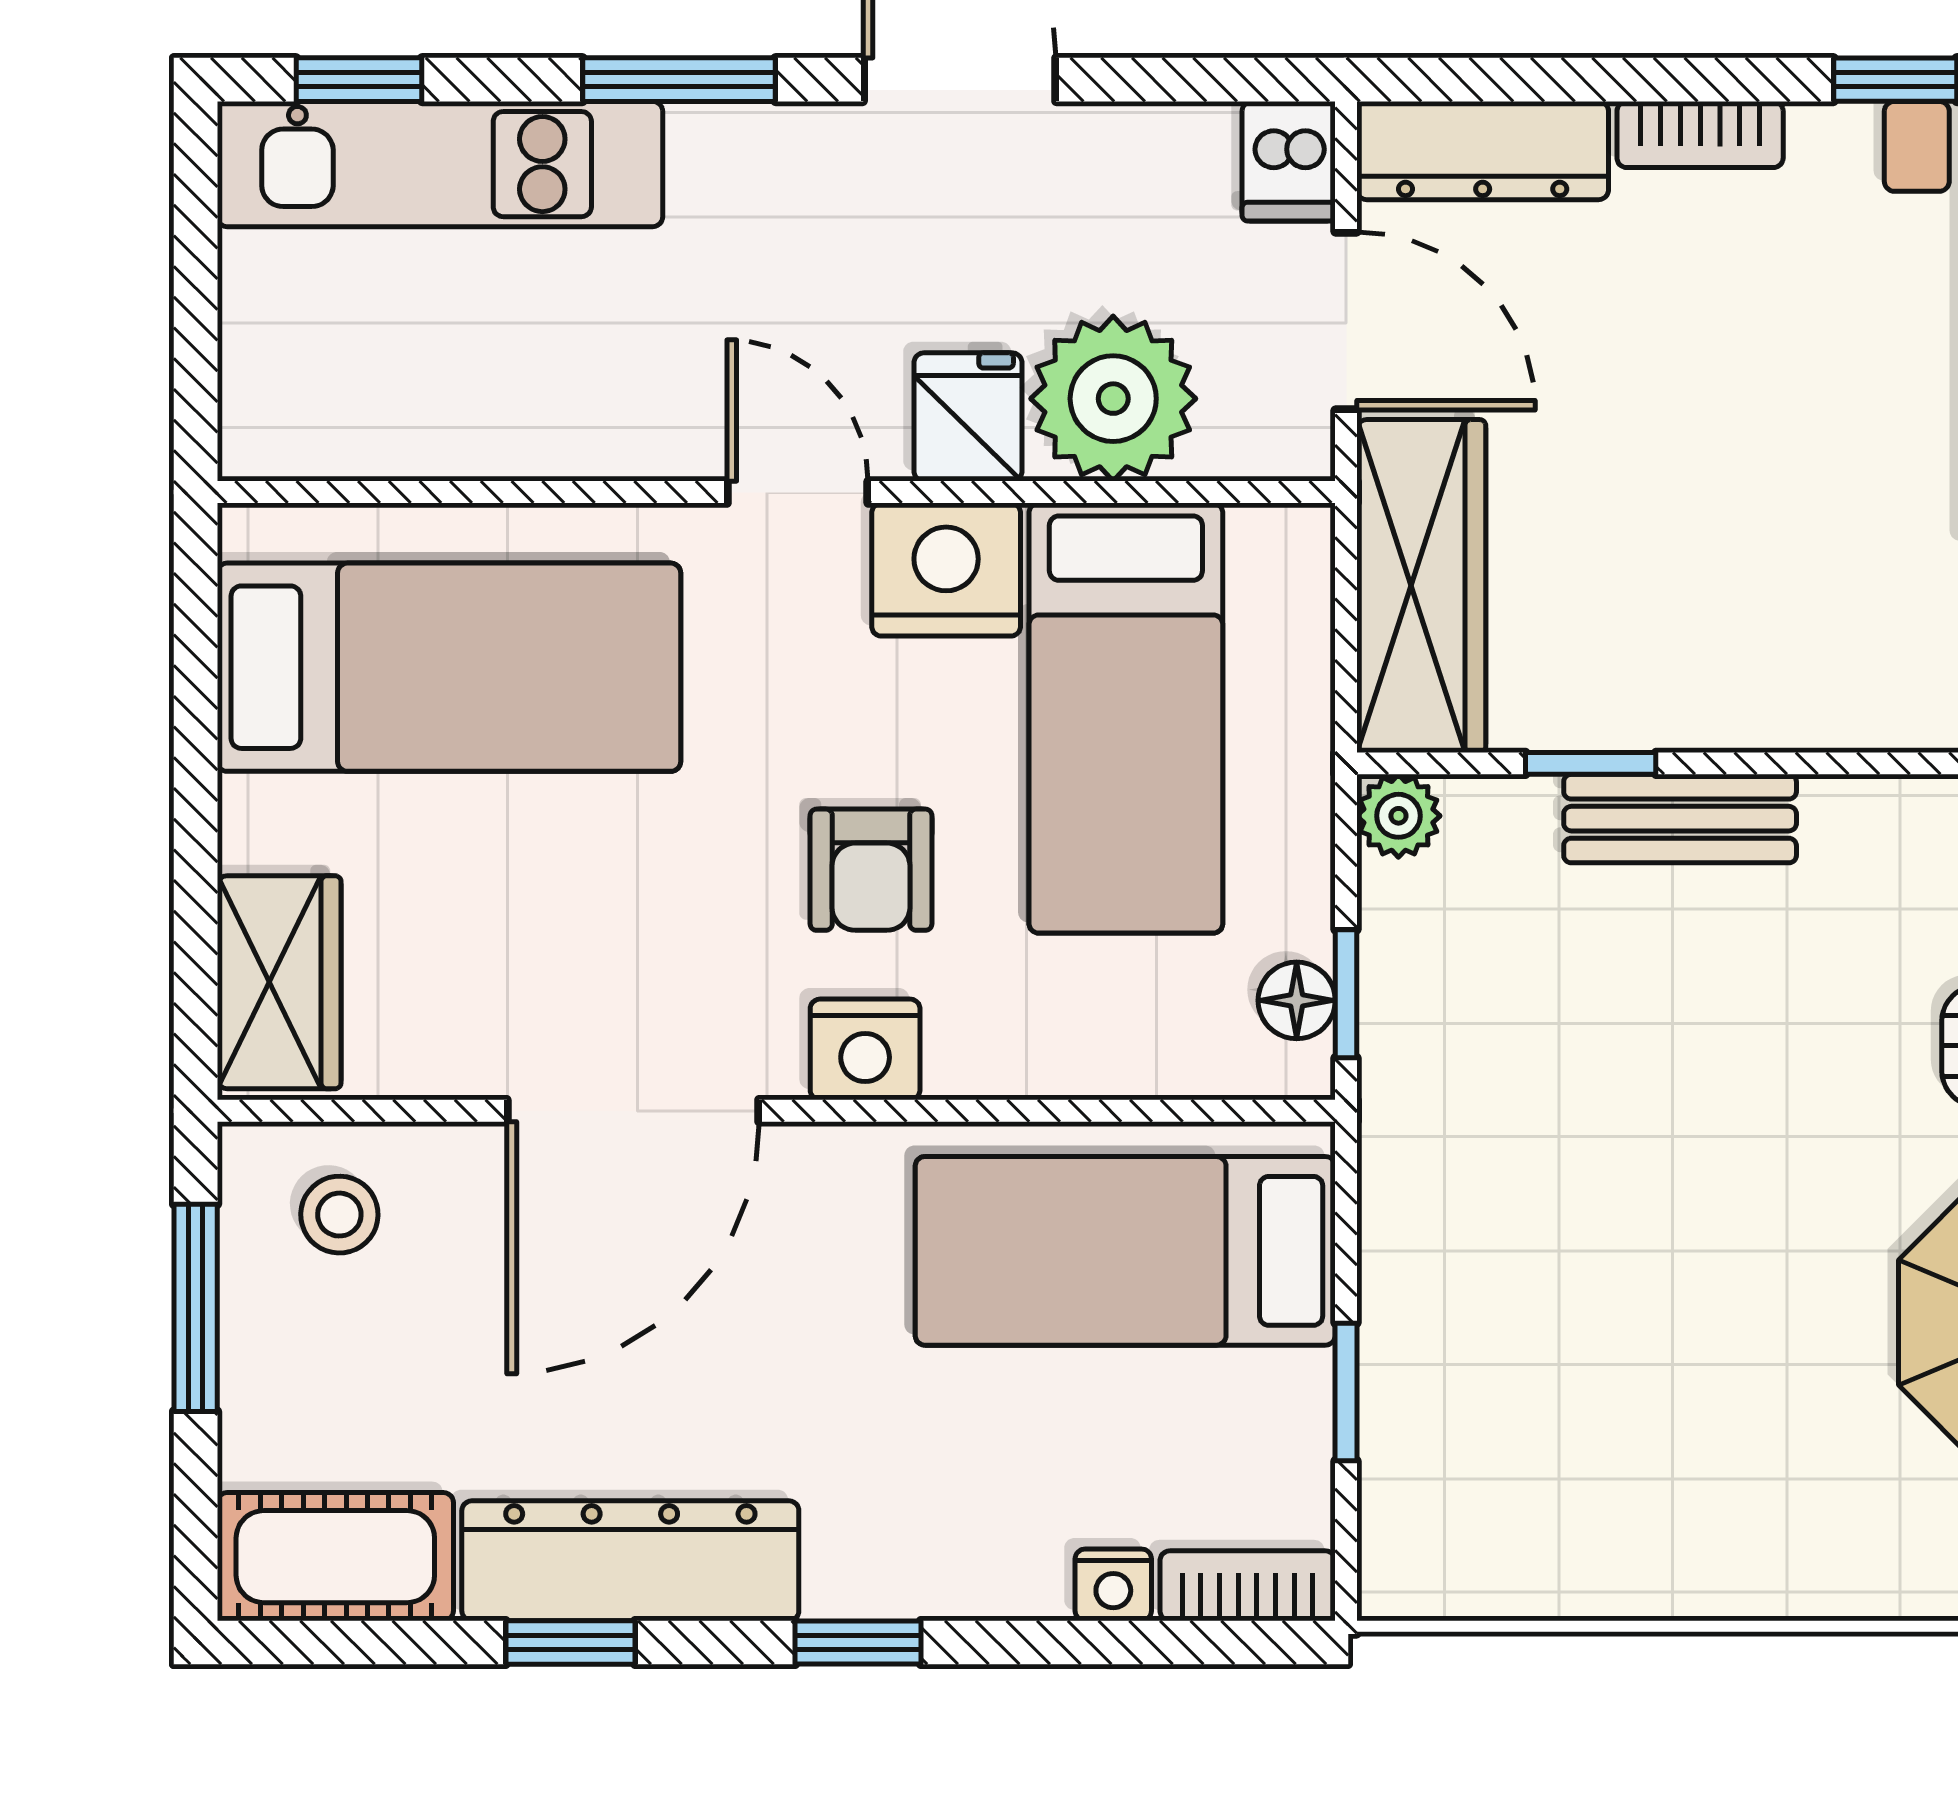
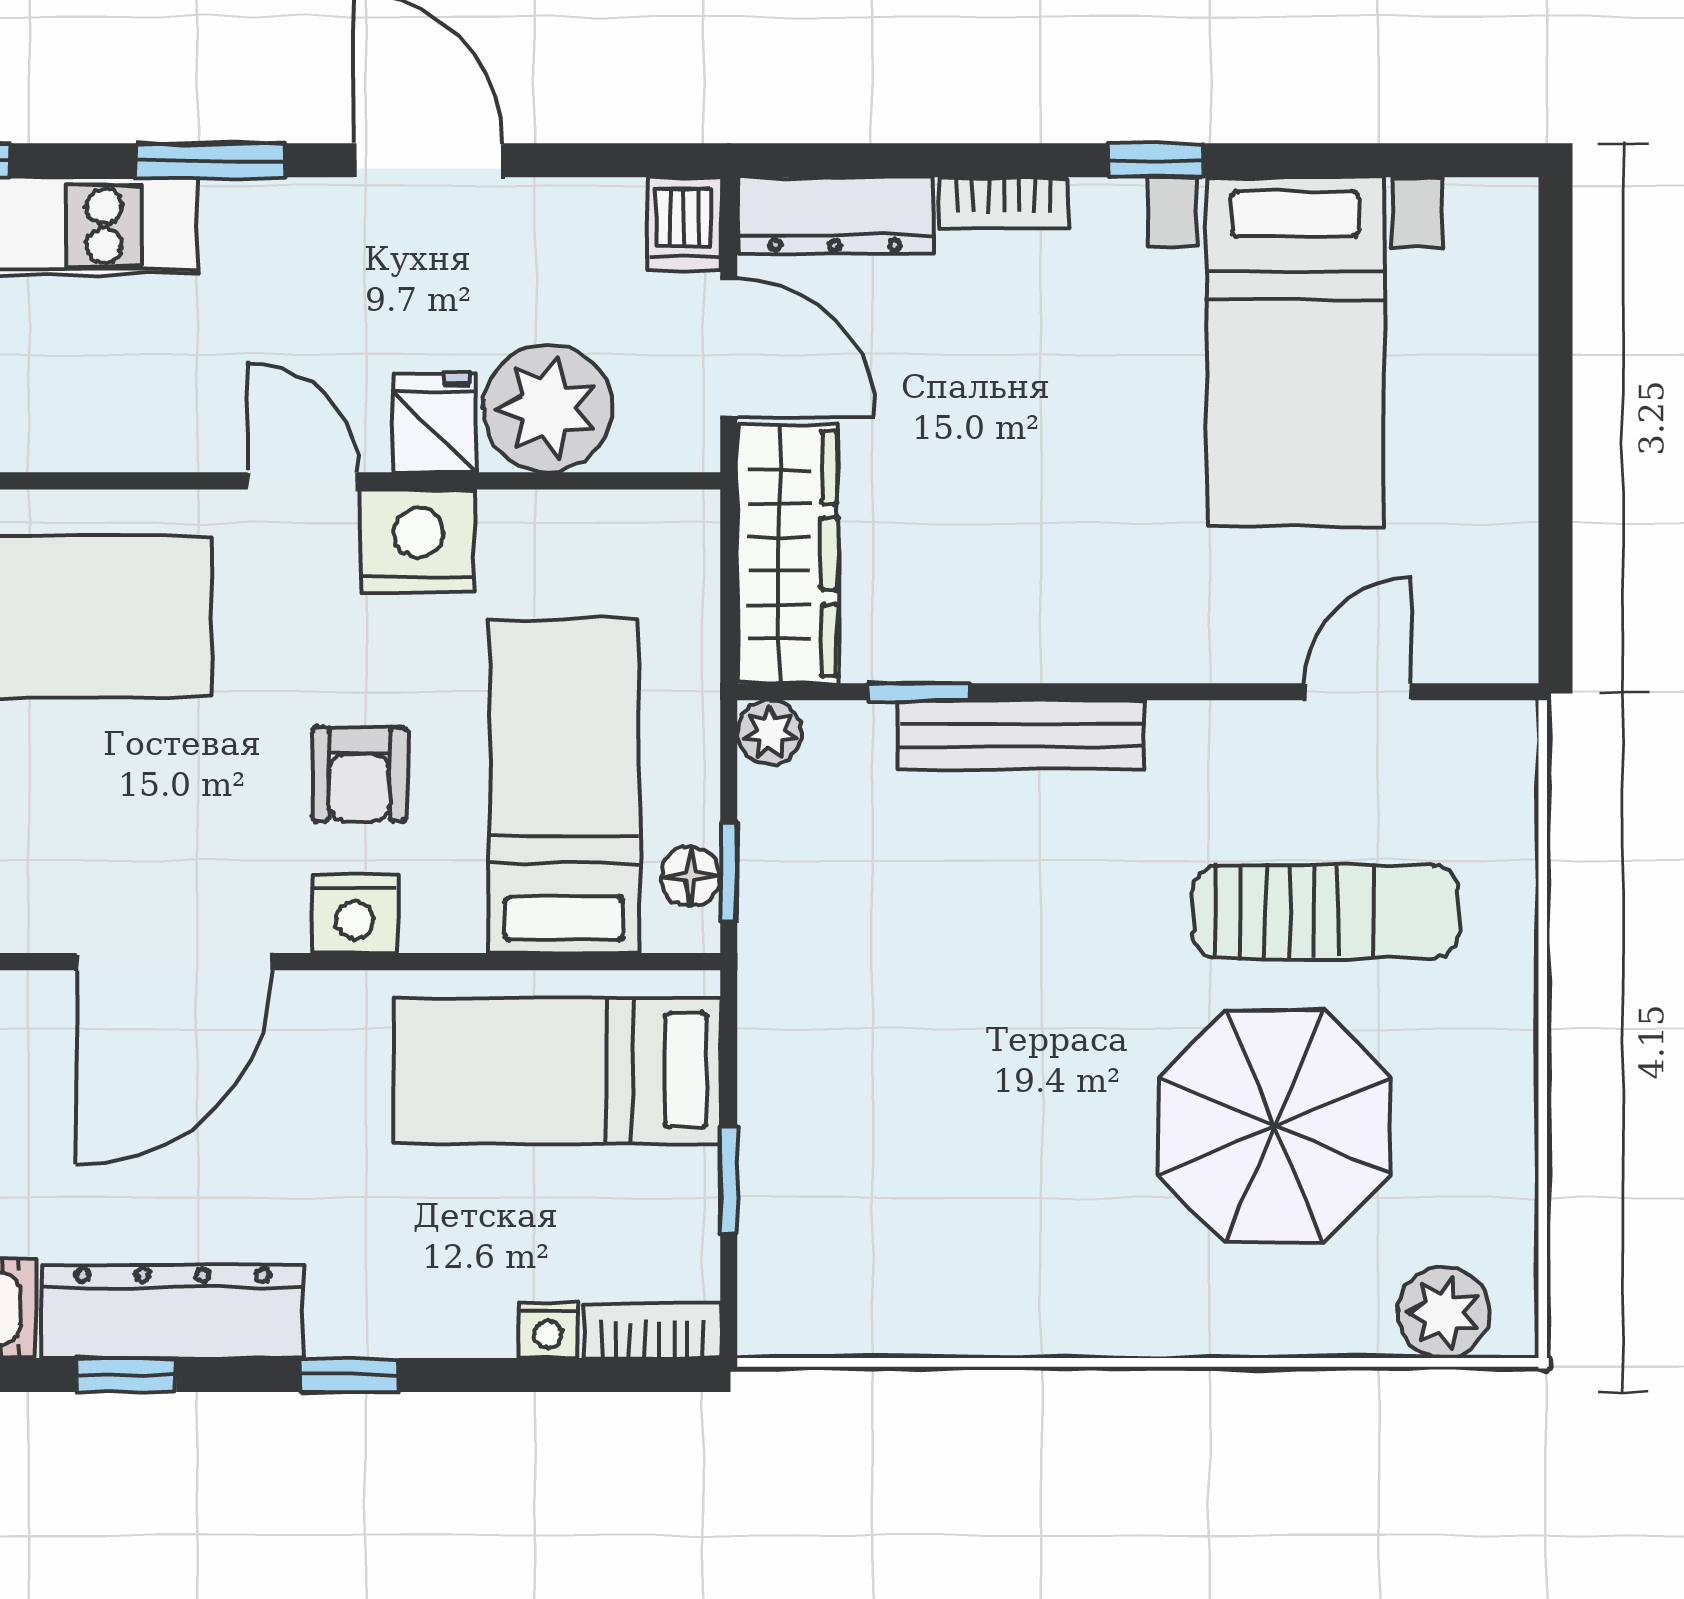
bed: (1126, 718) -> (564, 786), moved, turned 180
bench: (1680, 819) -> (1021, 735), width x1.36

